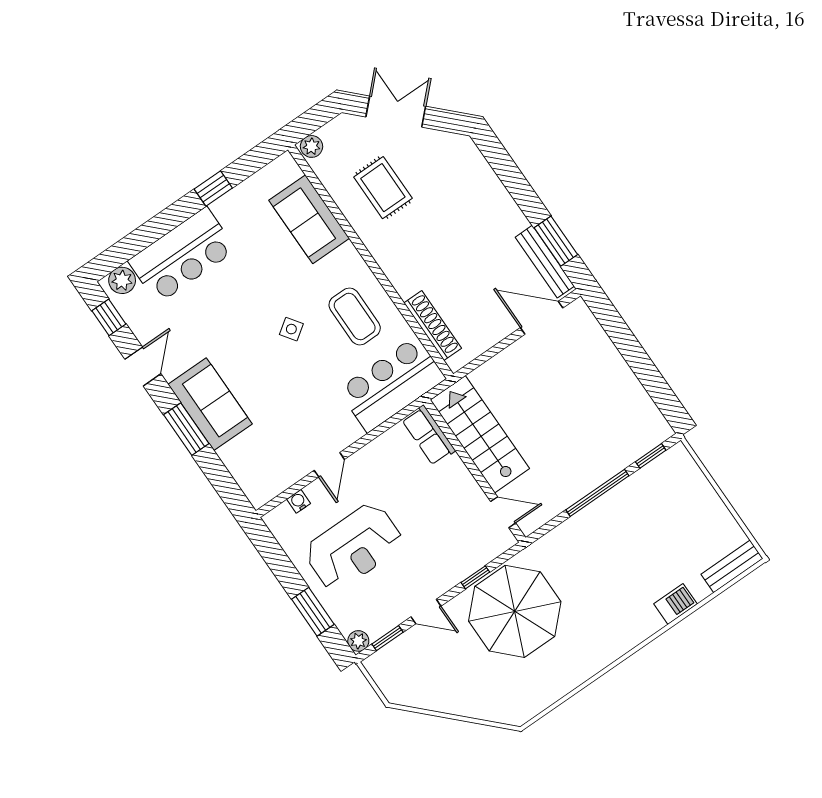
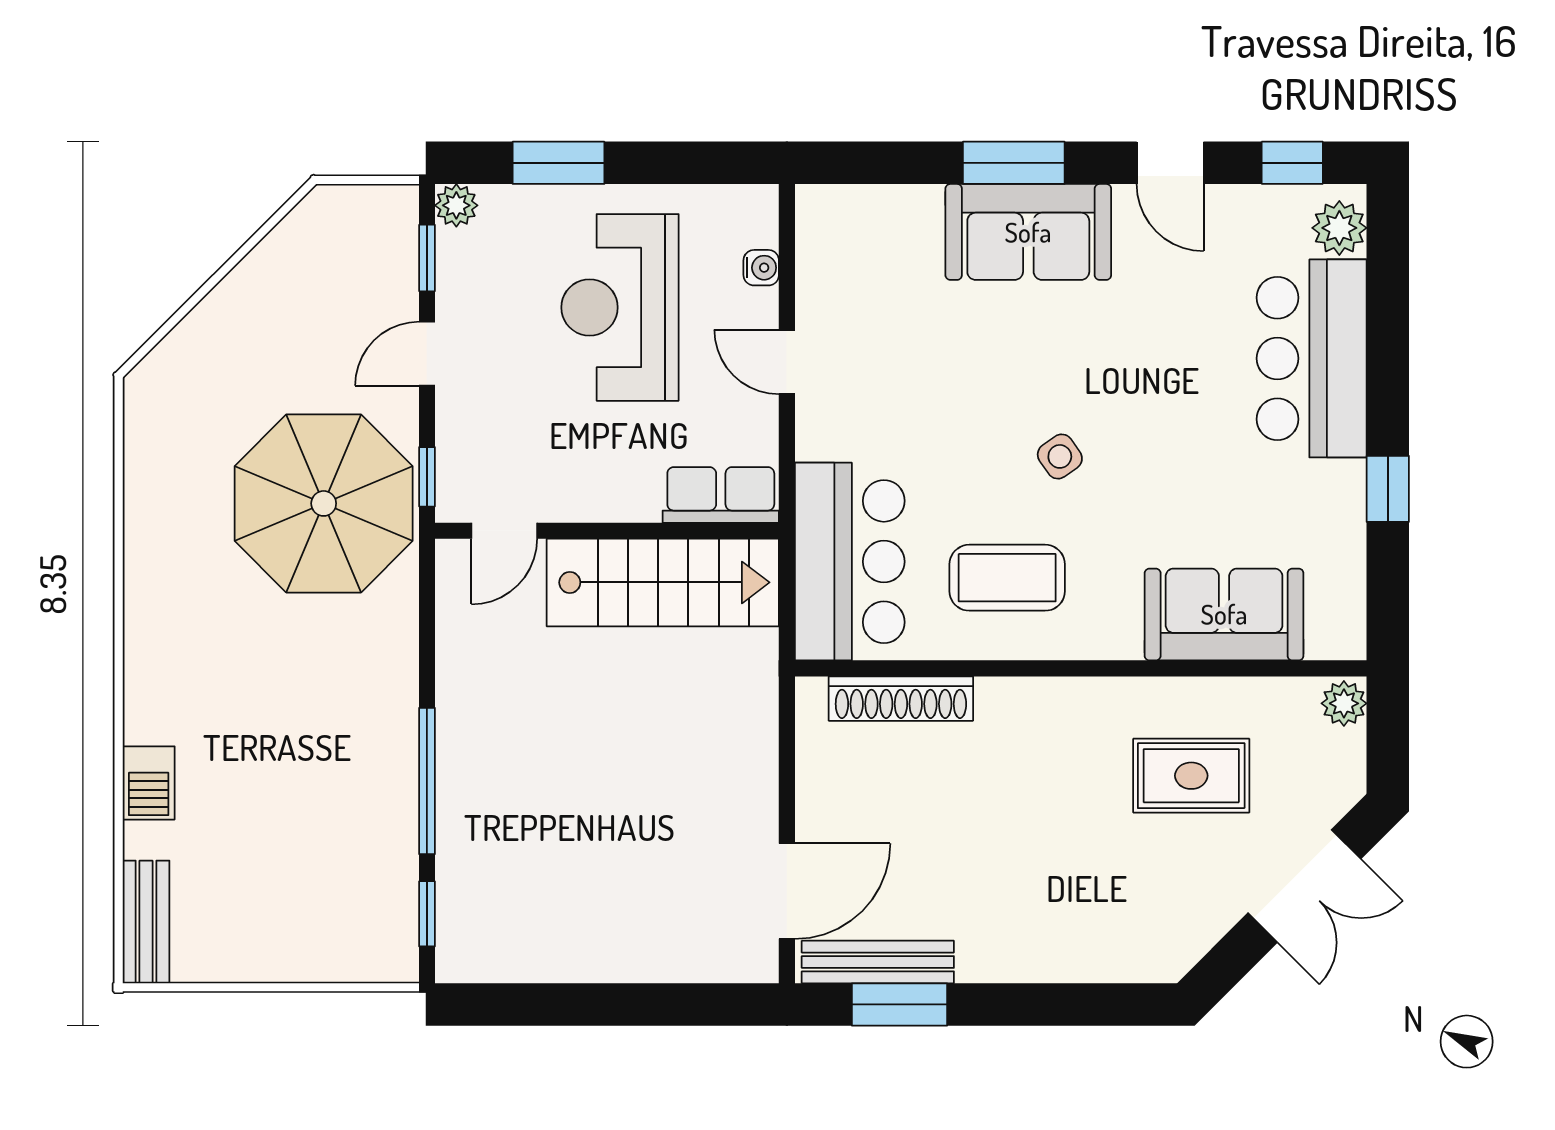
stairs: (480, 434) -> (663, 582), moved
row of seats: (429, 435) -> (721, 495), moved
wall: (475, 471) -> (607, 531), moved
door: (503, 512) -> (504, 531), moved

